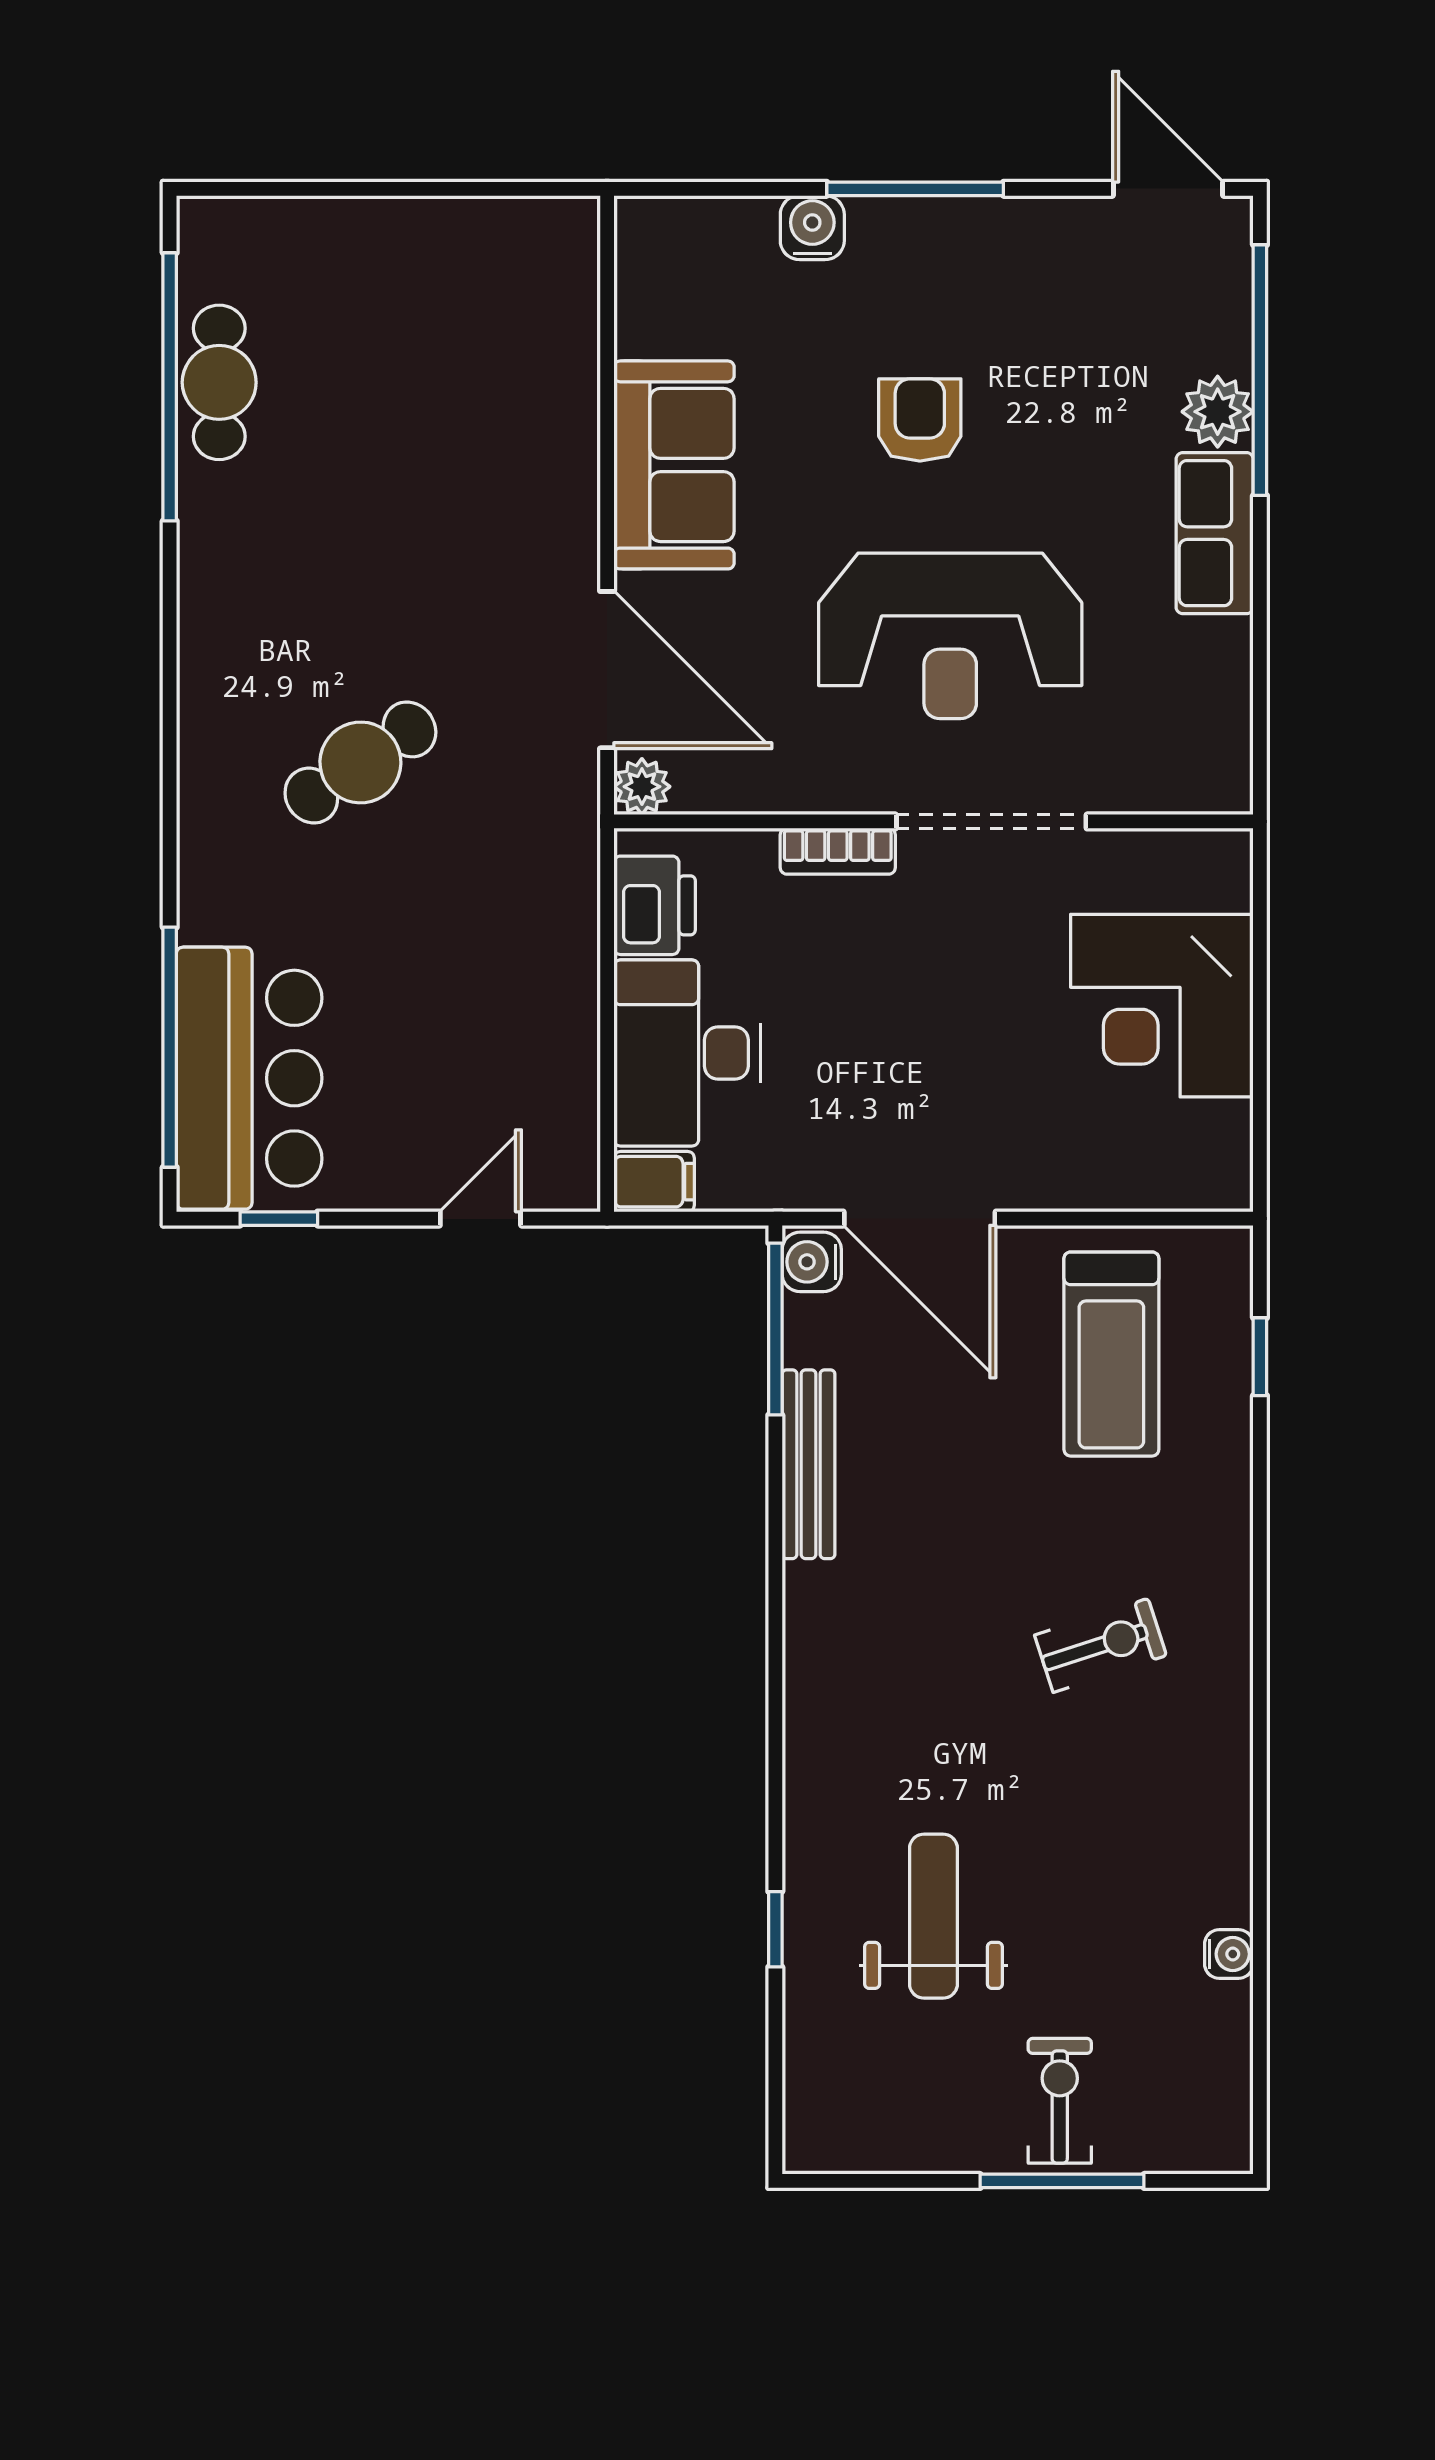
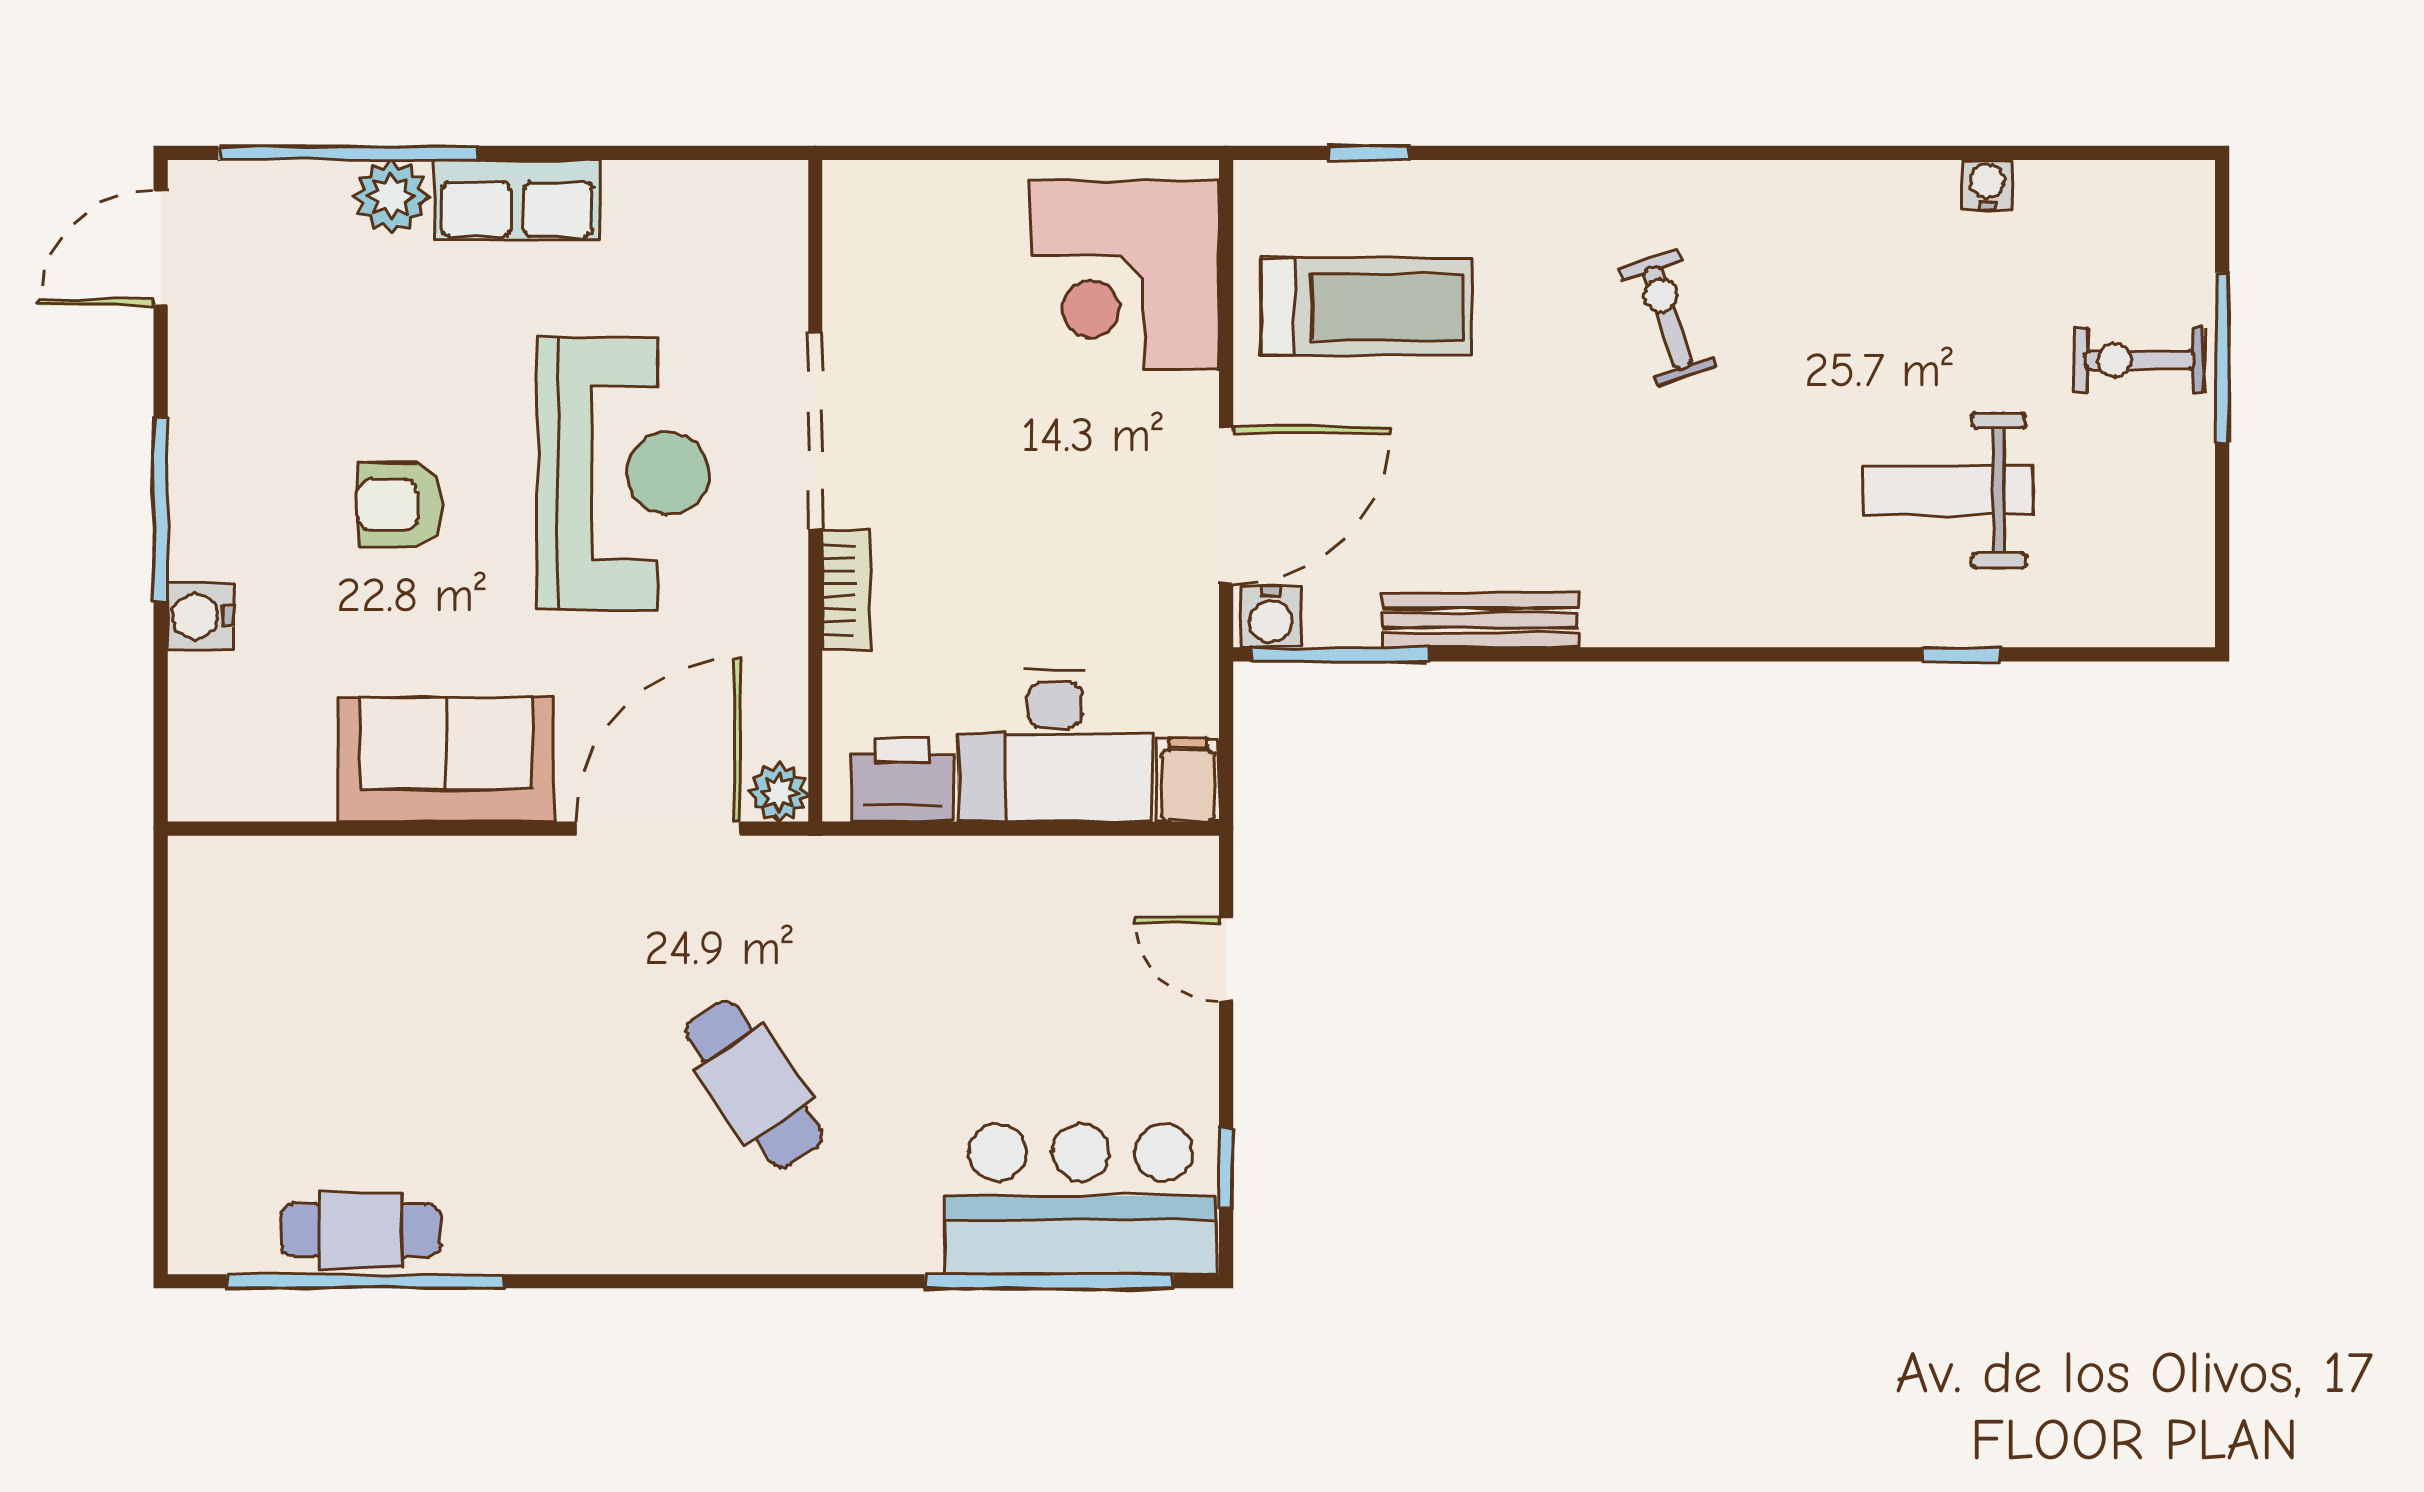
corner desk: (1162, 1006) -> (1125, 275), moved, turned 90

